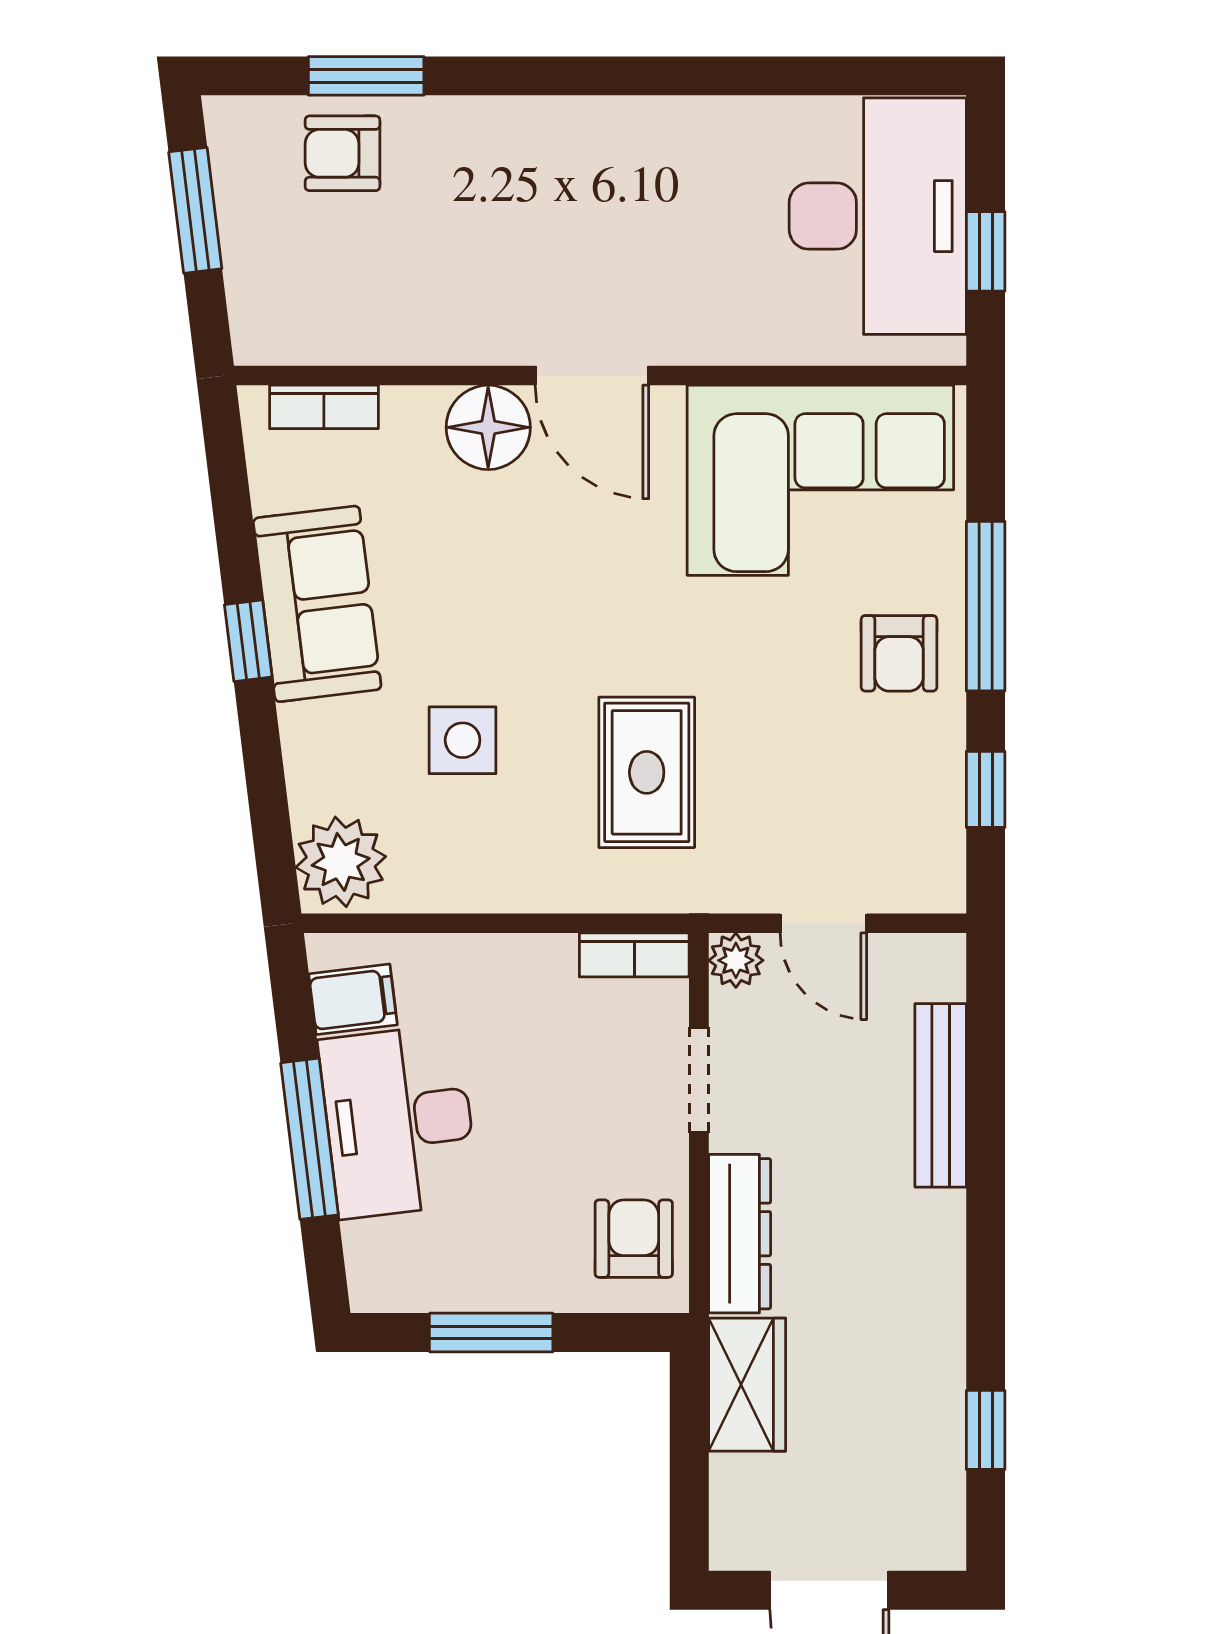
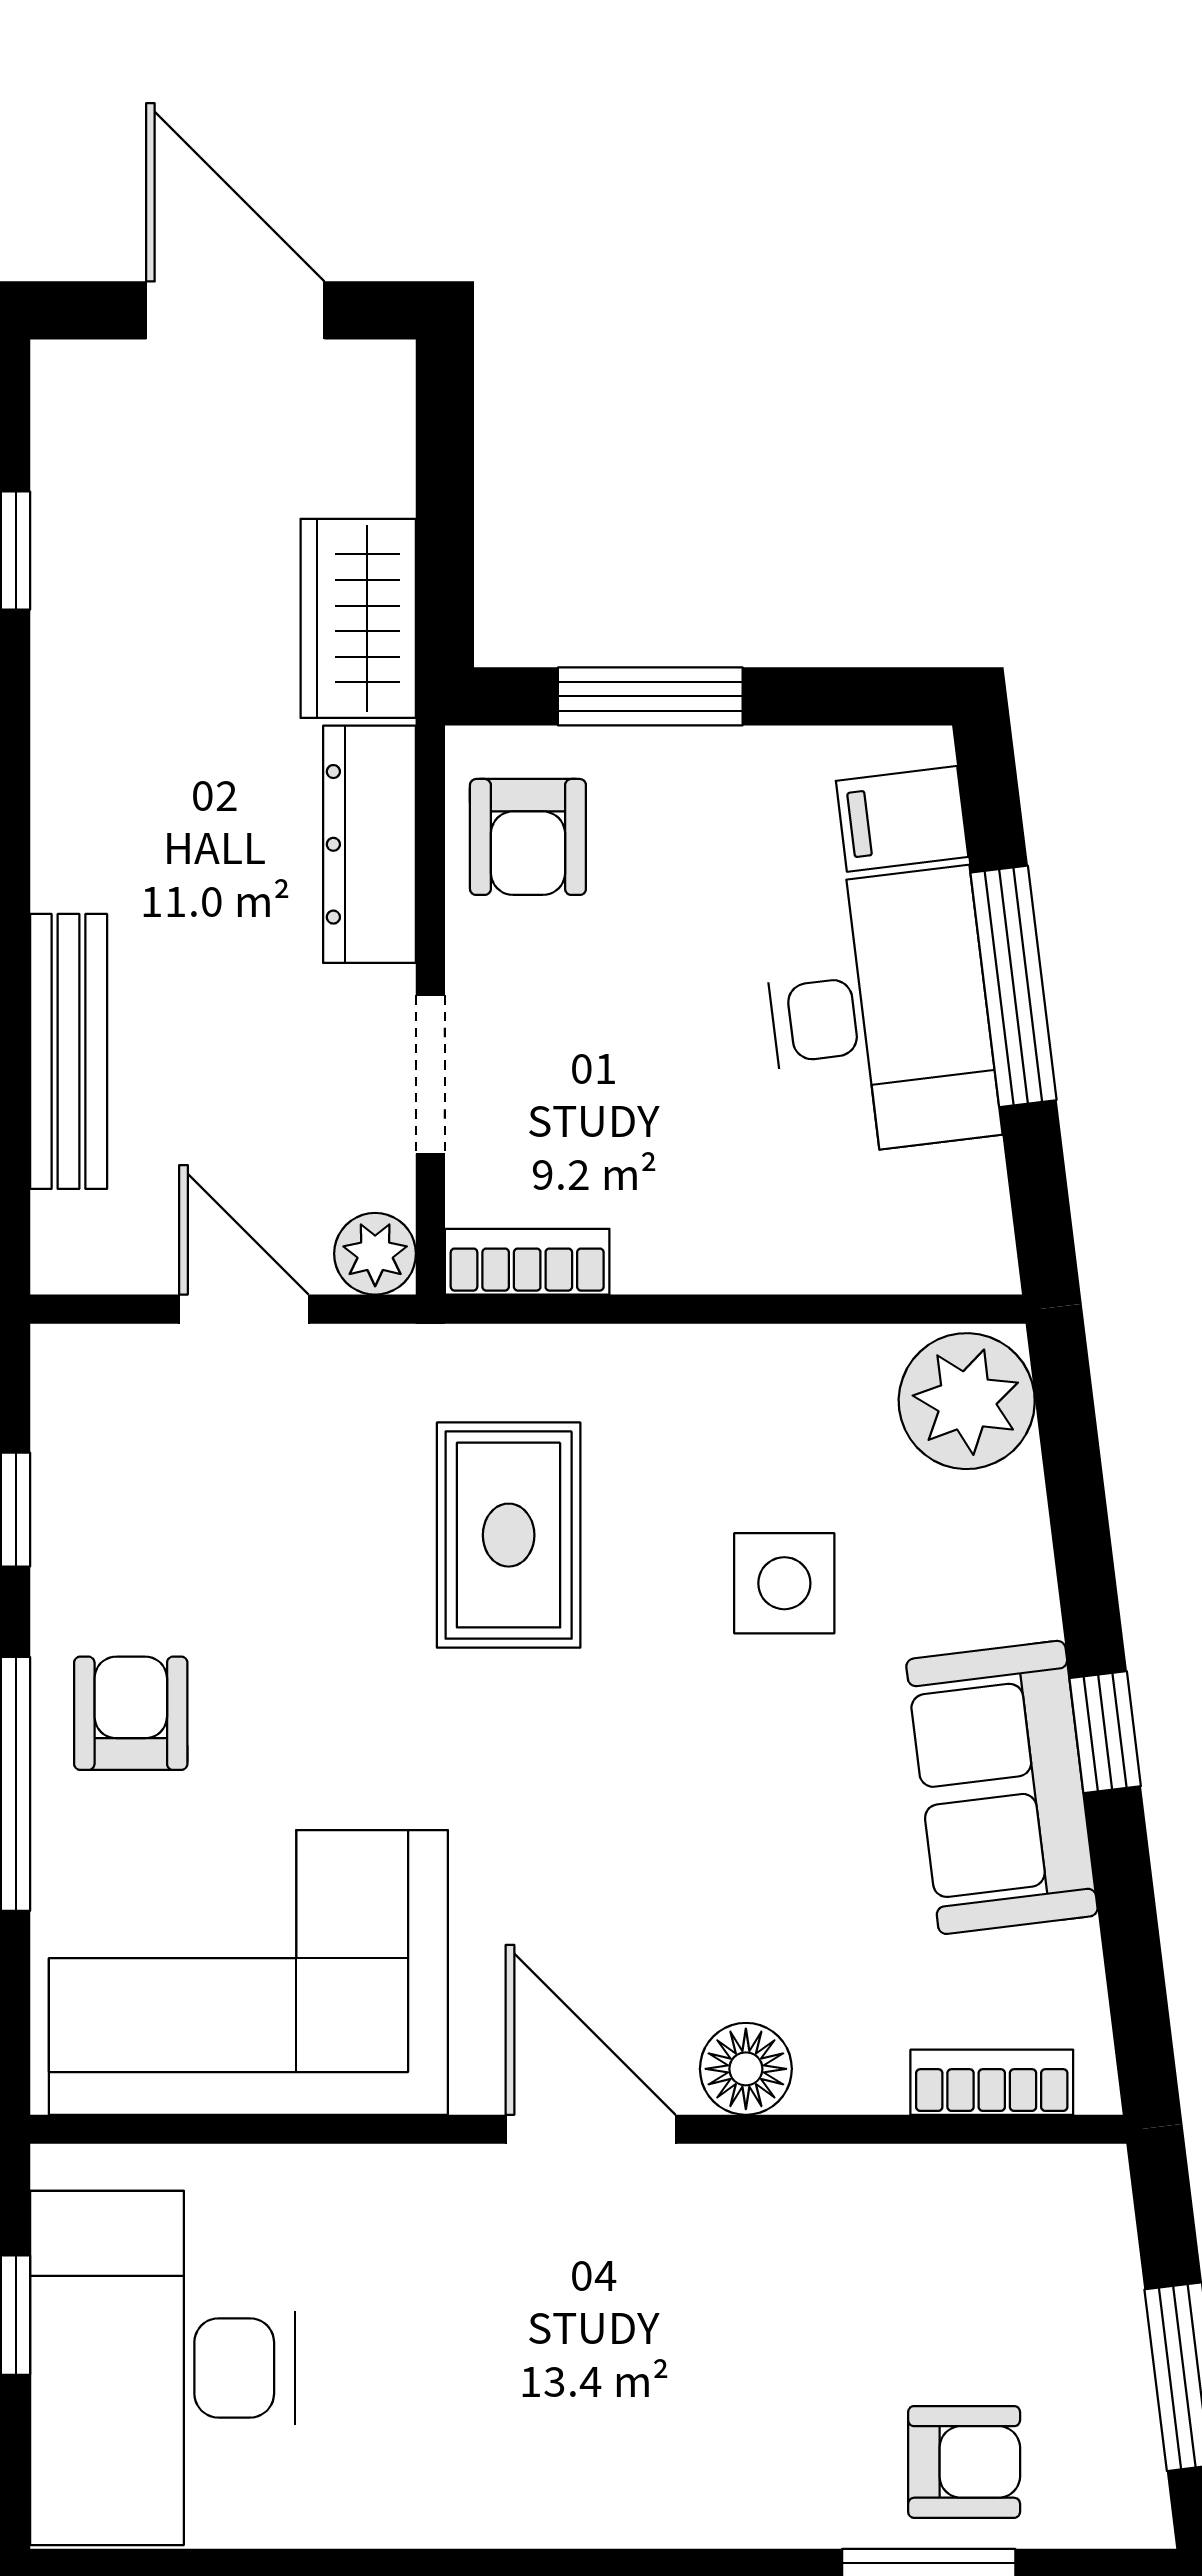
floor lamp: (488, 427) -> (746, 2069), width x0.73, depth x0.73
filing cabinet: (353, 999) -> (902, 819), moved
window: (491, 1333) -> (650, 696), moved

